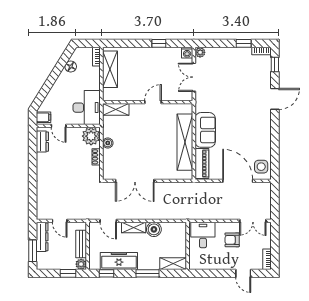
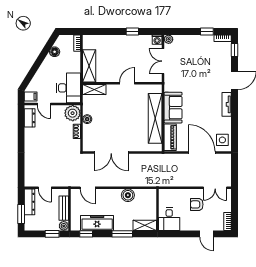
shelving: (110, 69) -> (89, 66), moved
tv unit: (266, 126) -> (227, 104), added
shelving: (134, 228) -> (110, 194), removed
desk: (203, 235) -> (169, 219), moved, turned 180

